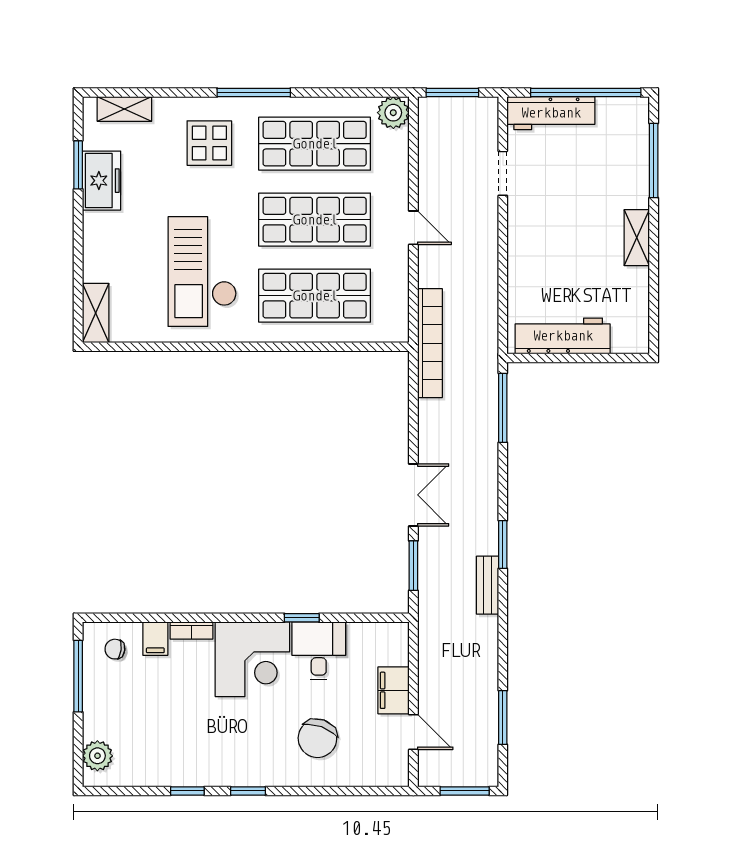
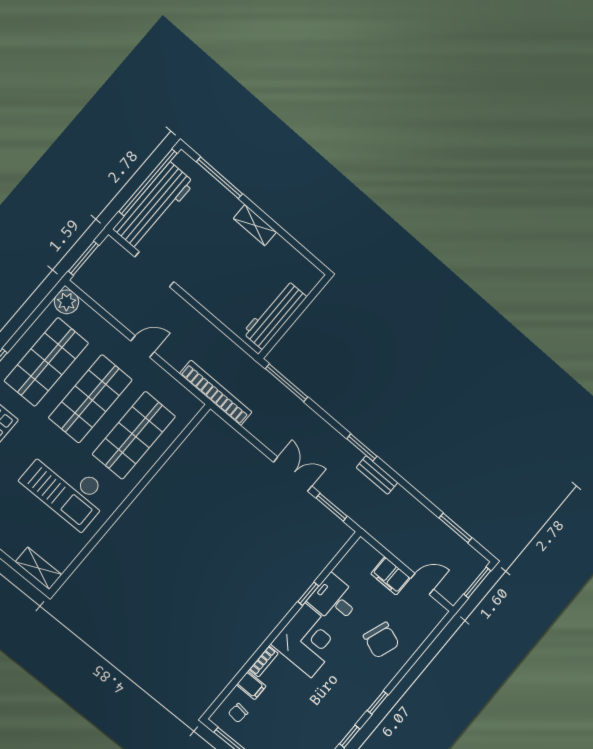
workbench: (551, 113) -> (154, 206), width x1.36, depth x1.32
doorway: (503, 173) -> (154, 269), width x1.38

